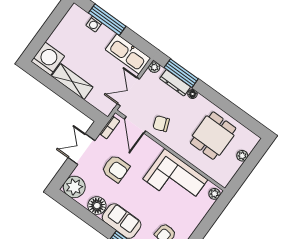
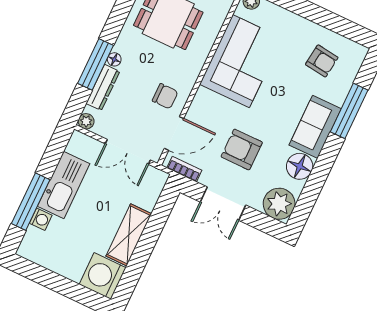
kitchen sink: (128, 54) -> (64, 185), moved
window: (181, 73) -> (95, 64), moved
chair: (161, 124) -> (165, 96), turned -69
armchair: (116, 169) -> (242, 150), turned -90

